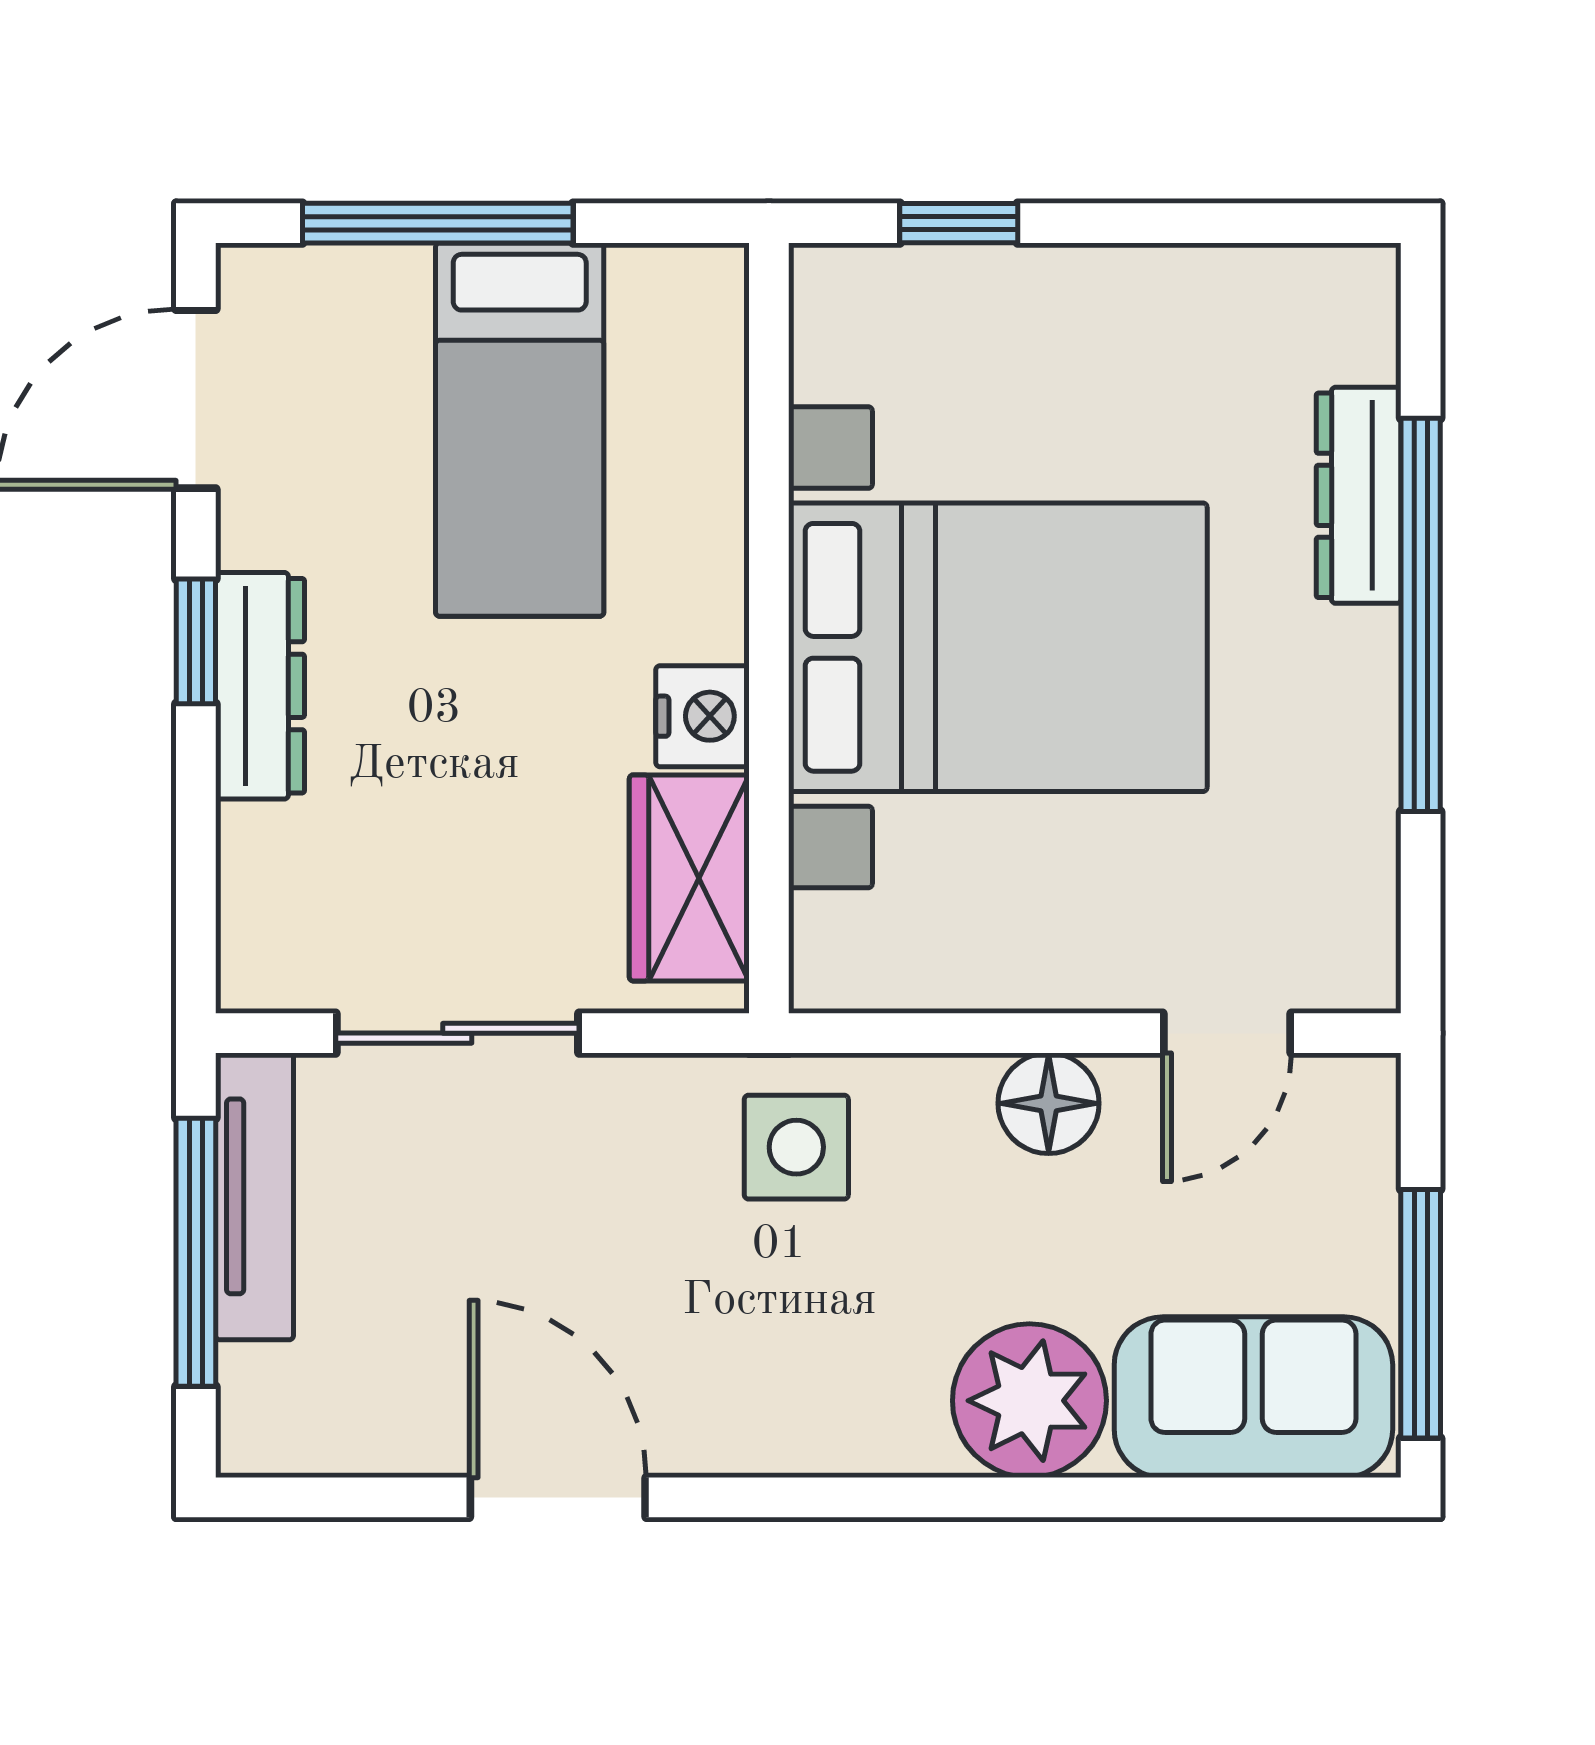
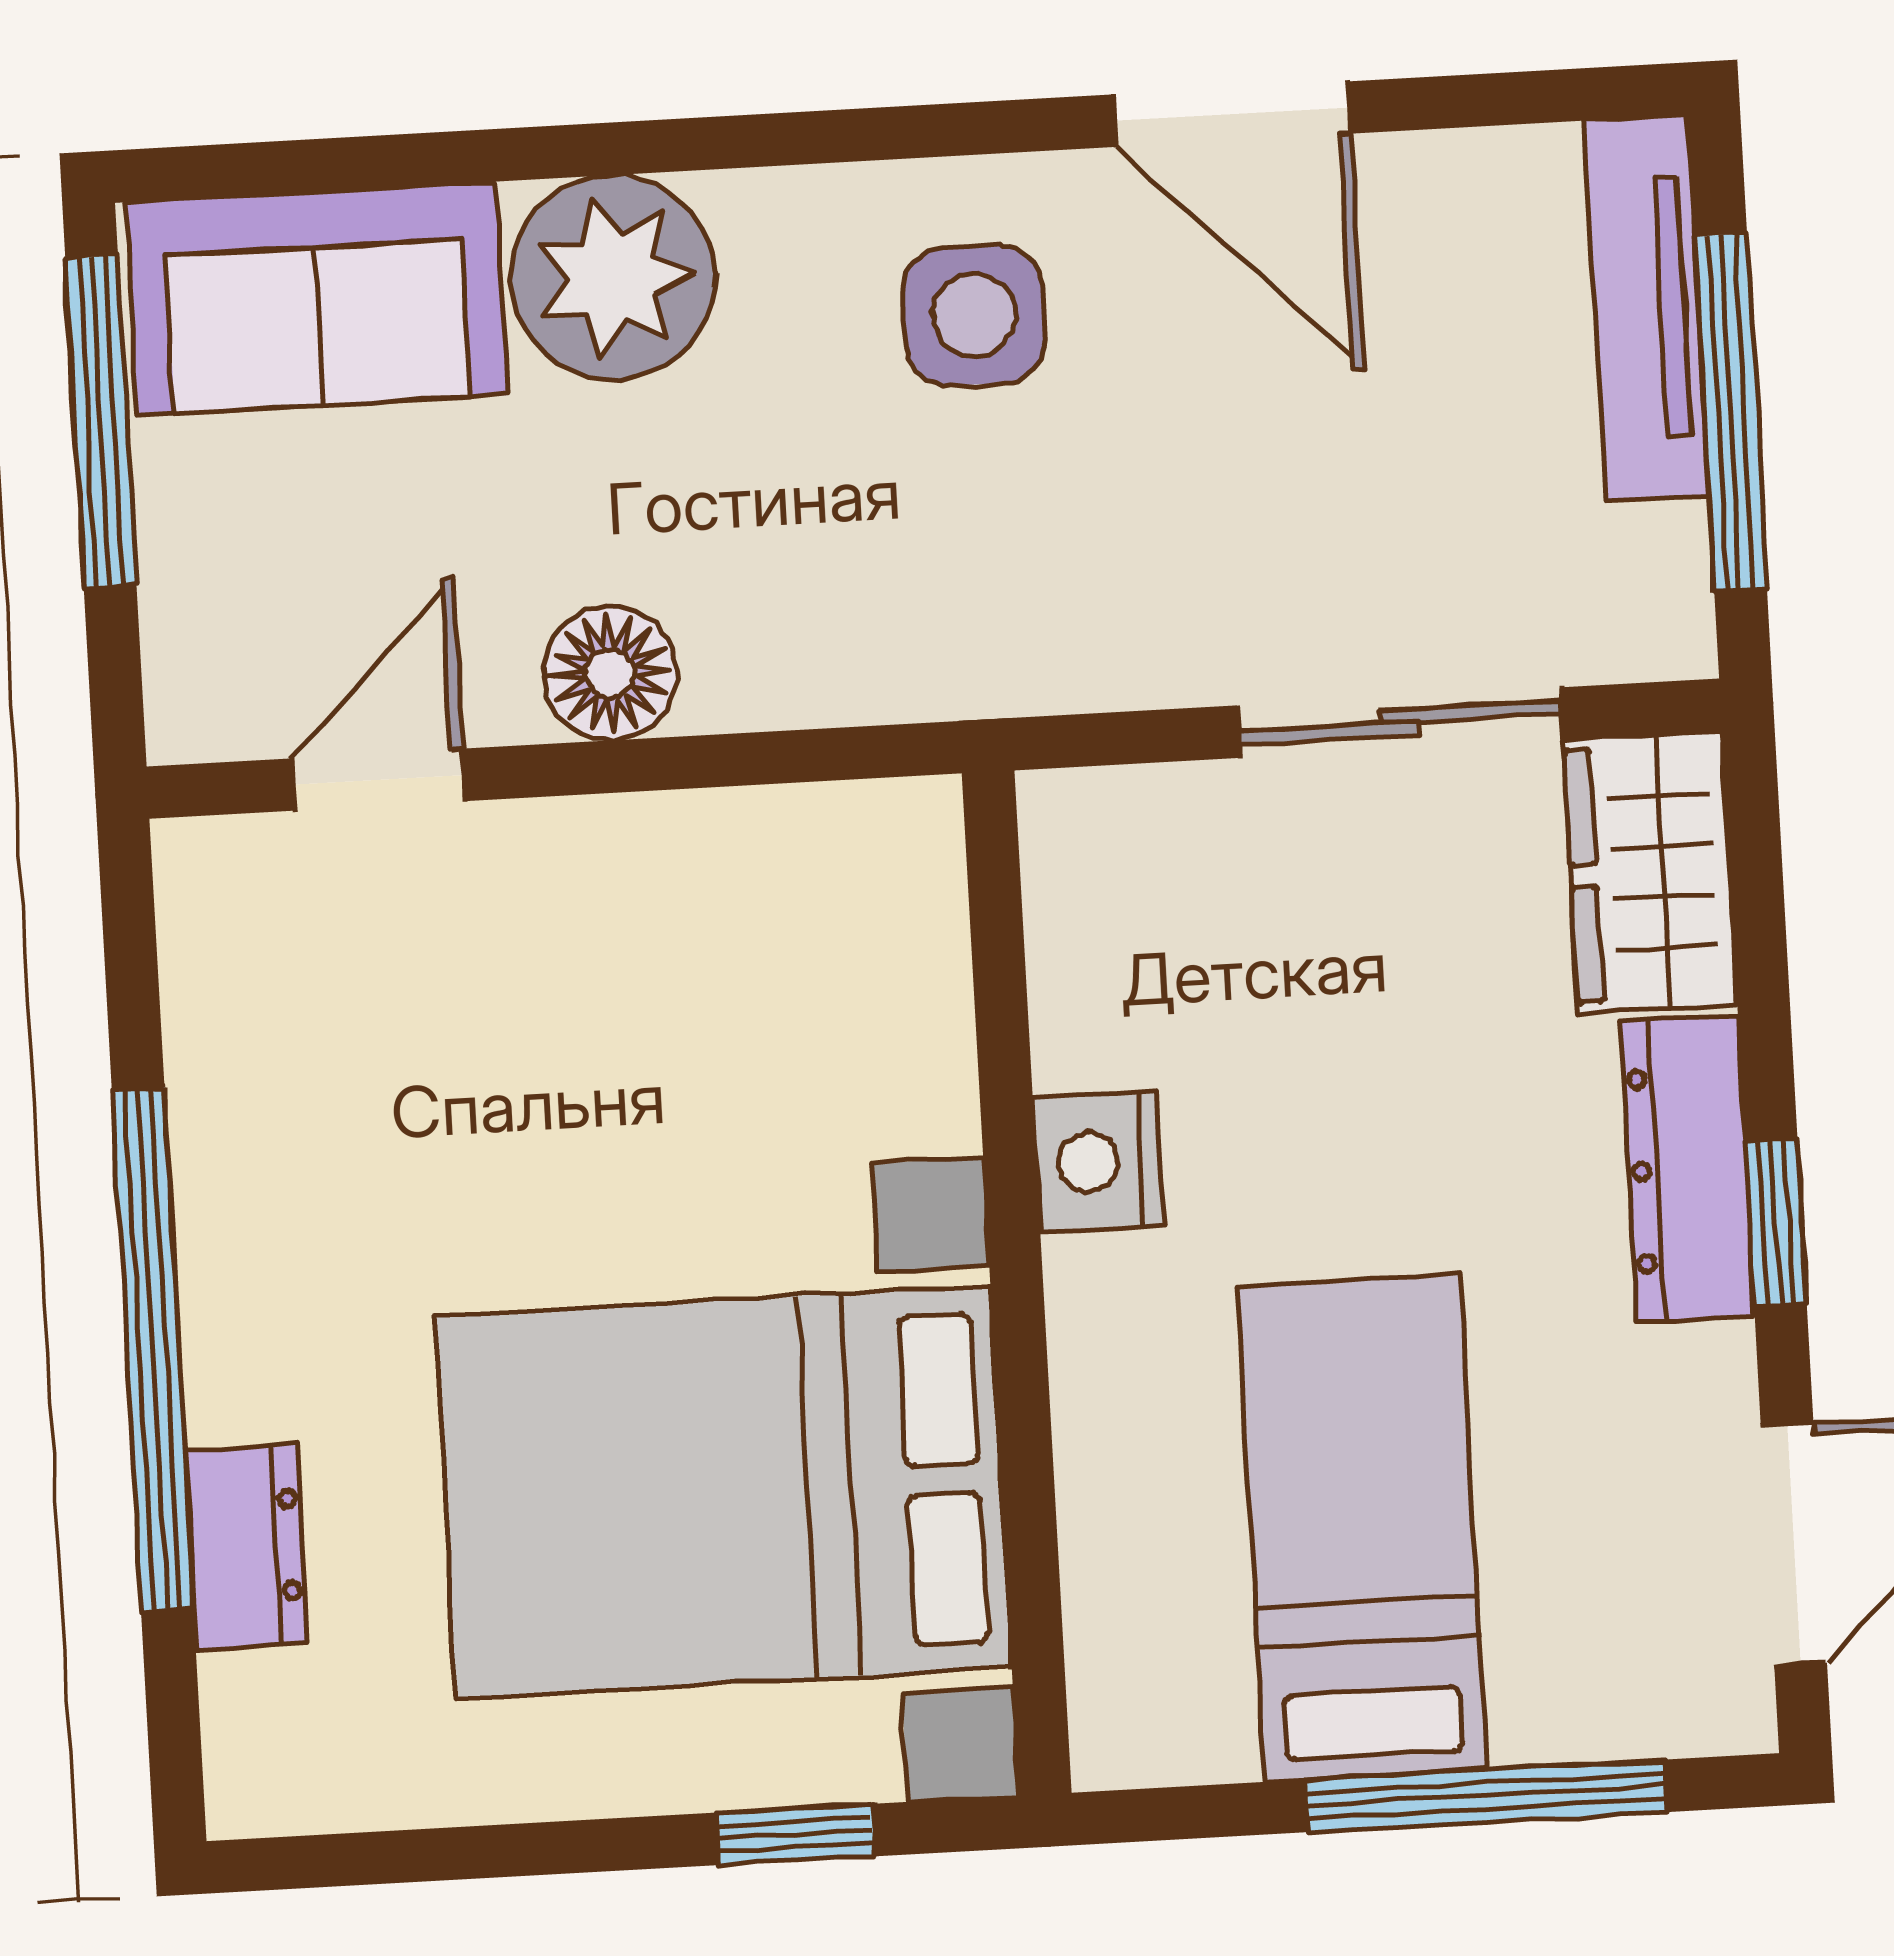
dresser: (1359, 495) -> (246, 1547), width x0.70
bed with nightstands: (998, 647) -> (724, 1492), moved
wardrobe: (689, 878) -> (1650, 872), moved, turned 180
side table: (796, 1147) -> (974, 315), moved
tv unit: (255, 1196) -> (1647, 308), moved

